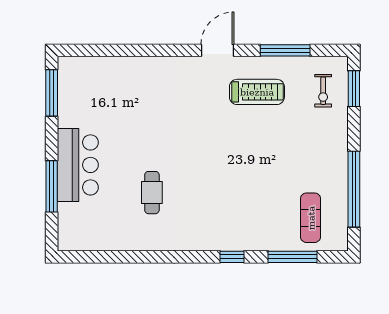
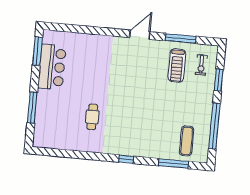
window: (354, 89) -> (219, 80), moved
treadmill: (257, 92) -> (177, 65), moved, turned 90
bar counter: (78, 165) -> (52, 67), moved
window: (232, 257) -> (126, 159), moved

